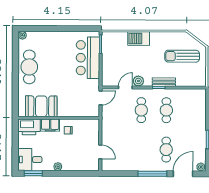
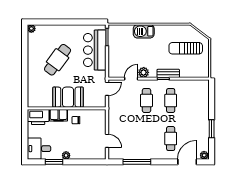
cafe table: (29, 67) -> (58, 60), moved, turned 36
booth: (41, 106) -> (68, 97), moved
window: (33, 173) -> (54, 162), moved
window: (152, 174) -> (137, 162), moved

